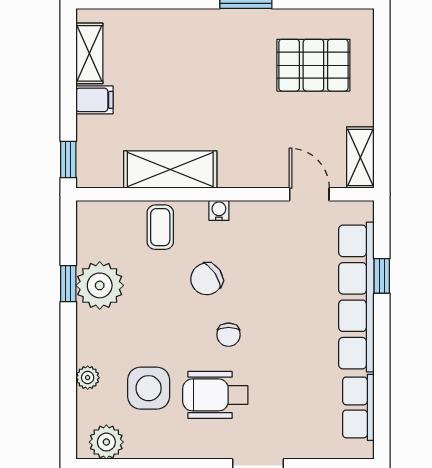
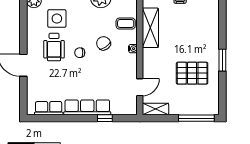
window: (382, 62) -> (196, 118), added
pallet: (313, 65) -> (192, 73), moved, turned 90
row of seats: (356, 297) -> (87, 107), width x0.73
wheelchair: (215, 395) -> (54, 47), turned 180

